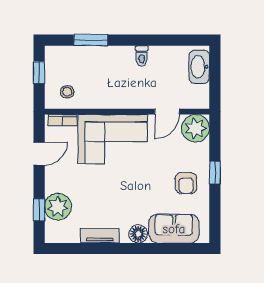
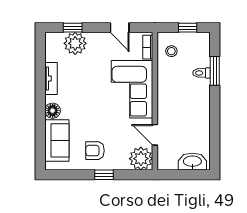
toilet: (142, 56) -> (202, 73), moved

